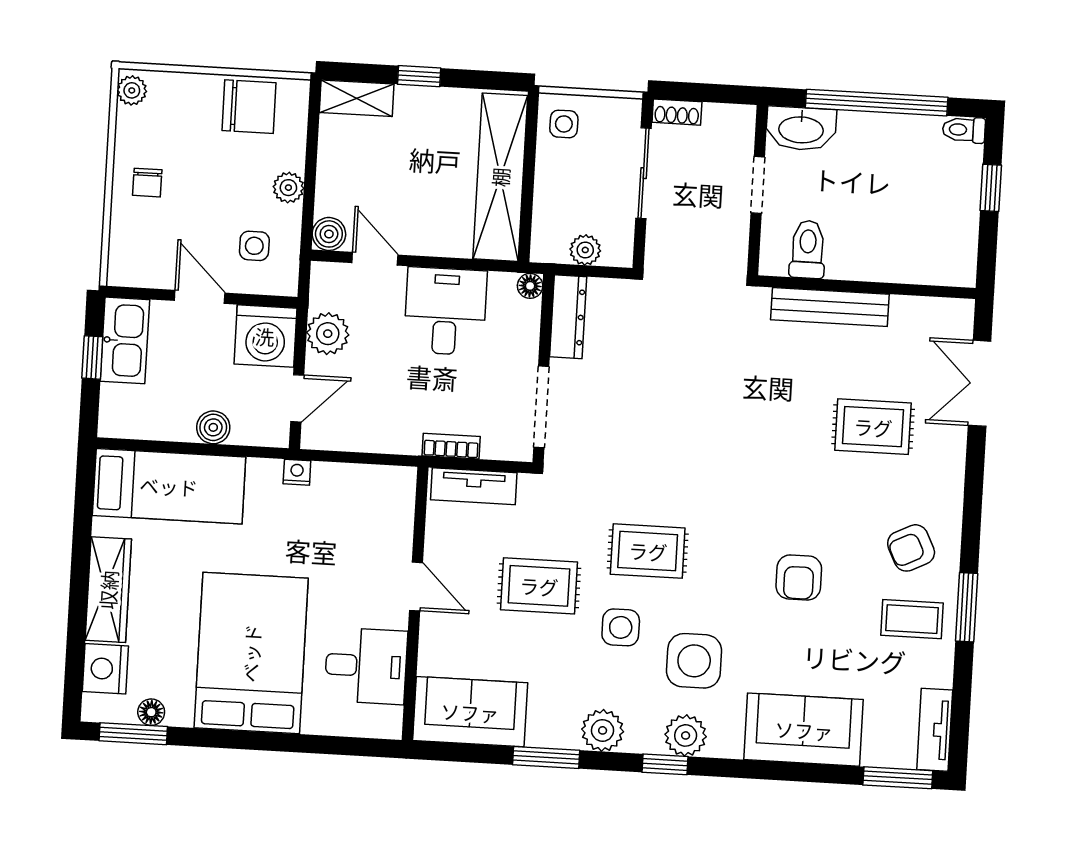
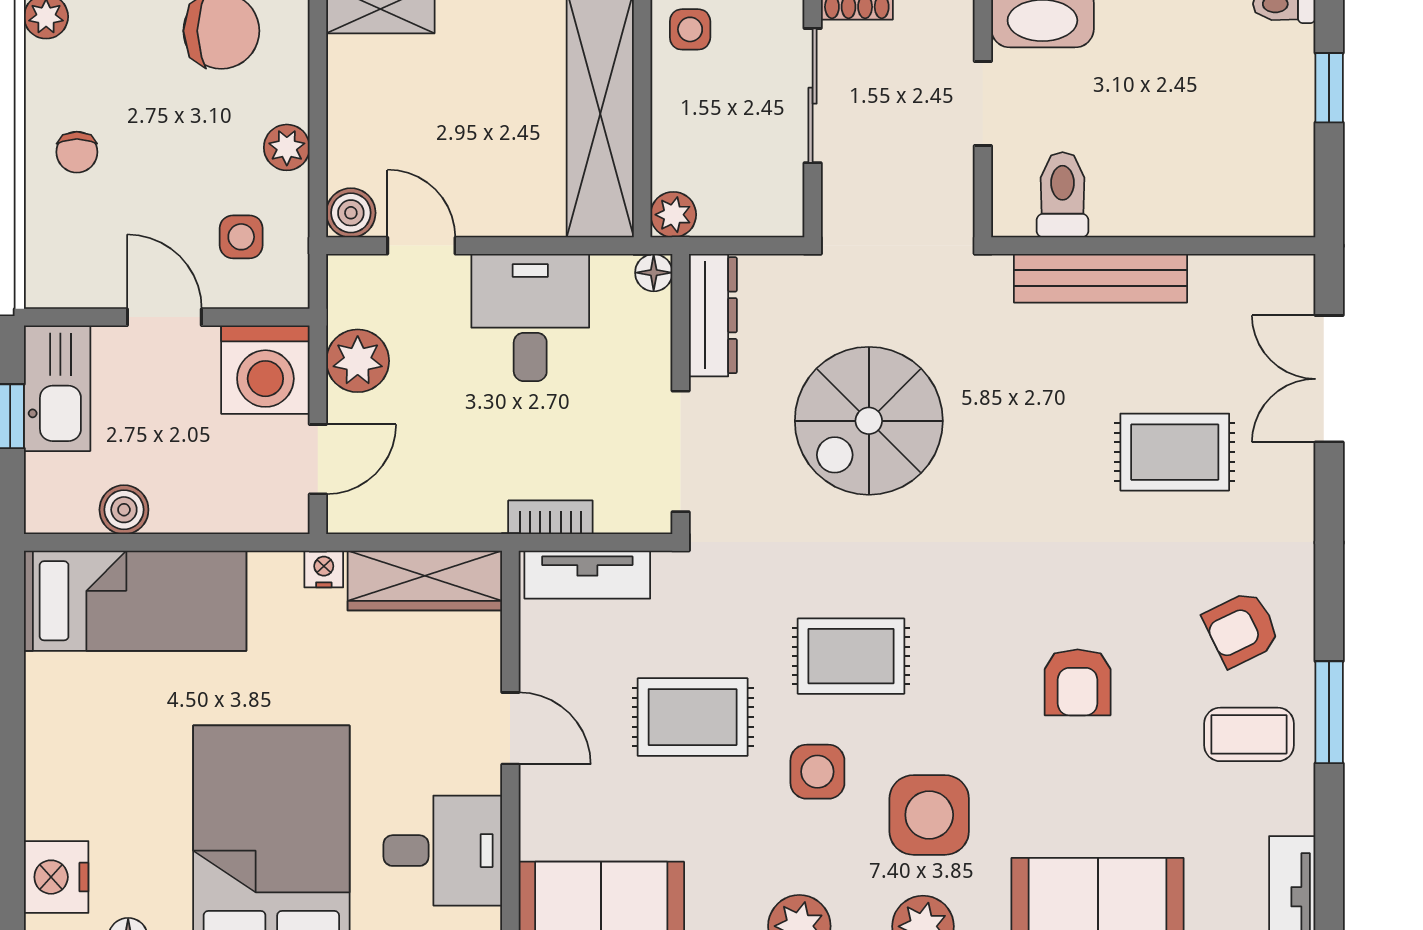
plant: (585, 250) -> (673, 215), moved
spiral stairs: (669, 394) -> (869, 421), added
boiler: (213, 427) -> (124, 510), moved
wardrobe: (108, 590) -> (425, 581), moved, turned 90

